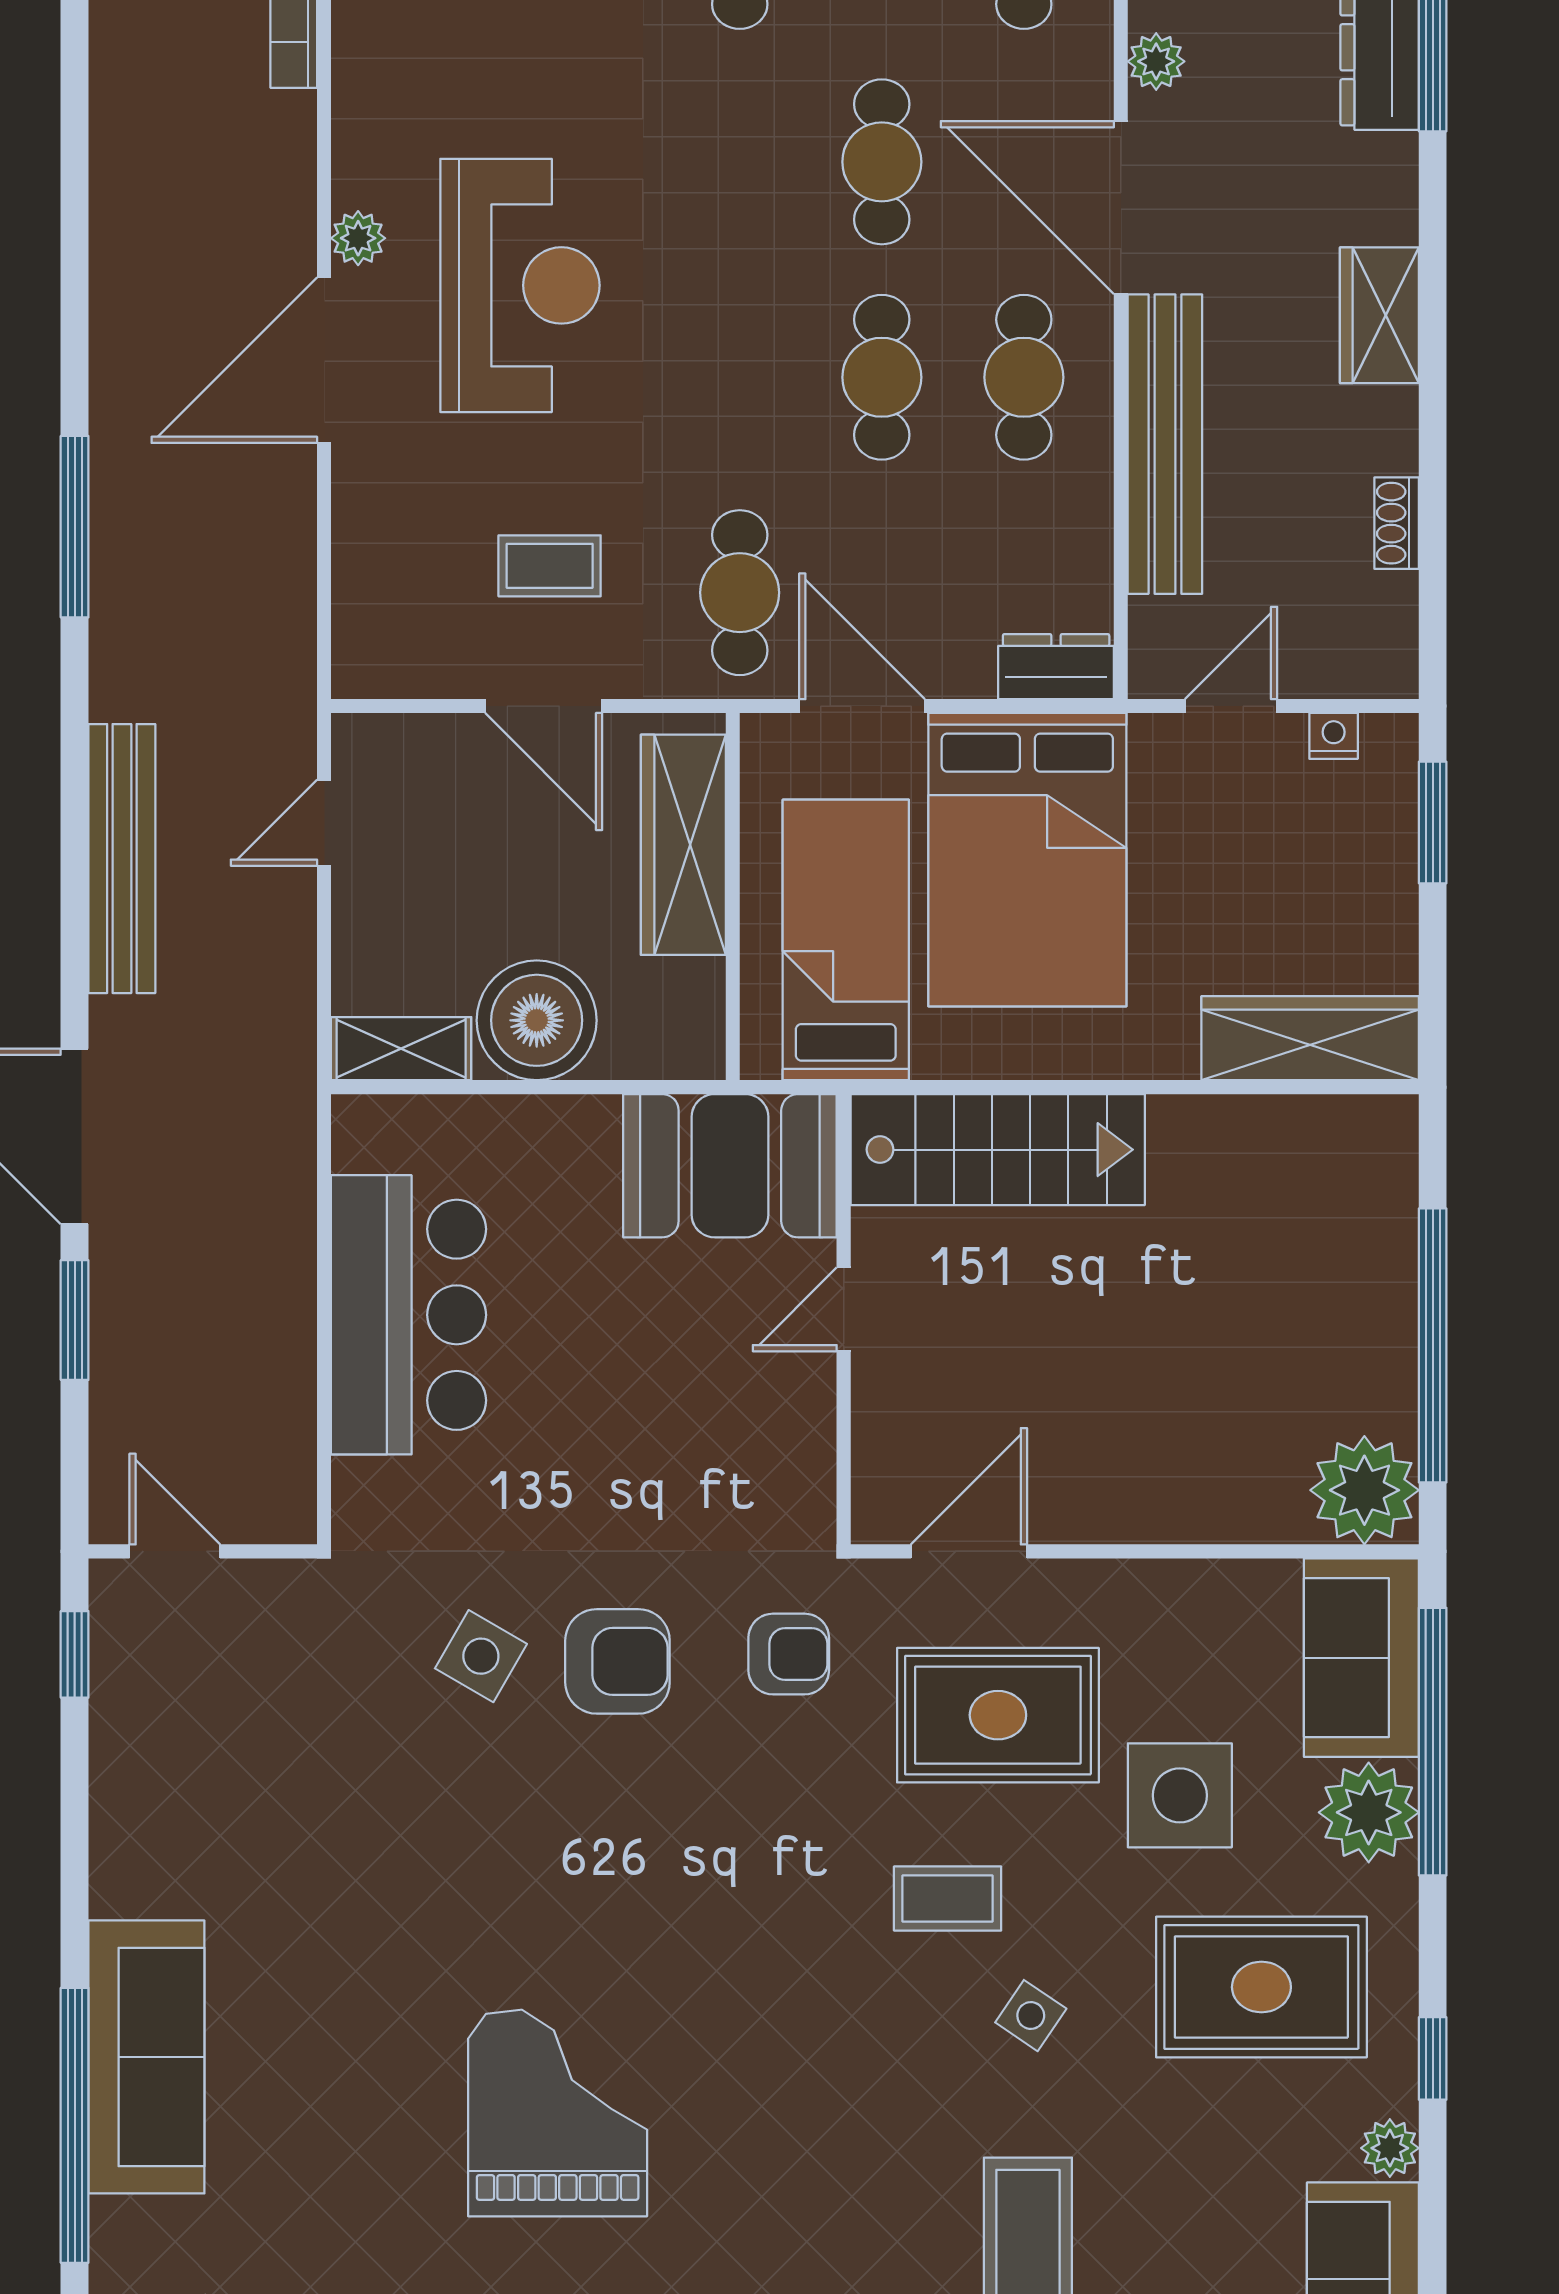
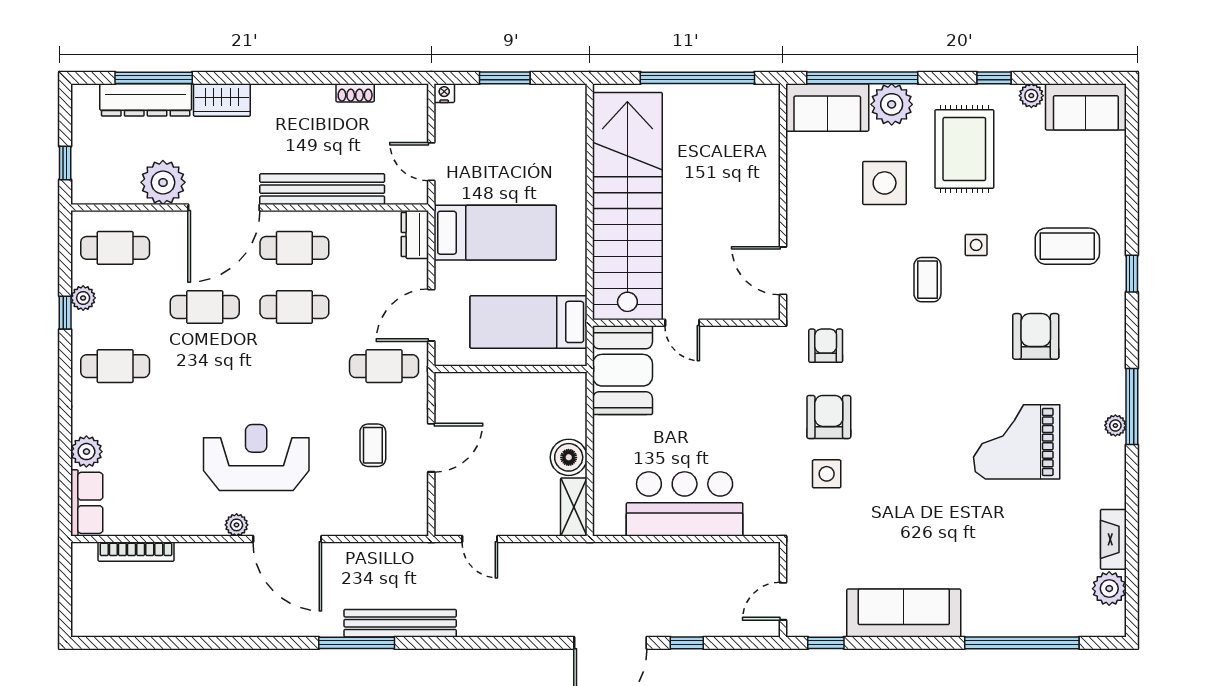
plant: (1156, 61) -> (163, 182), width x1.87, depth x1.87
wardrobe: (1379, 315) -> (222, 100), moved
nightstand: (1334, 736) -> (444, 93), moved, turned 90
window: (1433, 823) -> (505, 78), moved
wardrobe: (683, 845) -> (489, 390), removed
bench: (122, 859) -> (400, 623), moved
bed: (1027, 860) -> (495, 233), width x0.67
boiler: (537, 1020) -> (569, 457), width x0.73, depth x0.73
wardrobe: (1310, 1038) -> (569, 129), removed
stairs: (998, 1150) -> (627, 206), width x1.86, depth x1.51
window: (75, 1320) -> (687, 643), width x0.67
plant: (1364, 1490) -> (758, 106), removed
side table: (481, 1656) -> (827, 474), turned -30
rug: (998, 1715) -> (851, 259), removed
side table: (1031, 2016) -> (976, 245), turned -34
sofa: (146, 2057) -> (904, 613), moved
armchair: (811, 2159) -> (1036, 336), added

